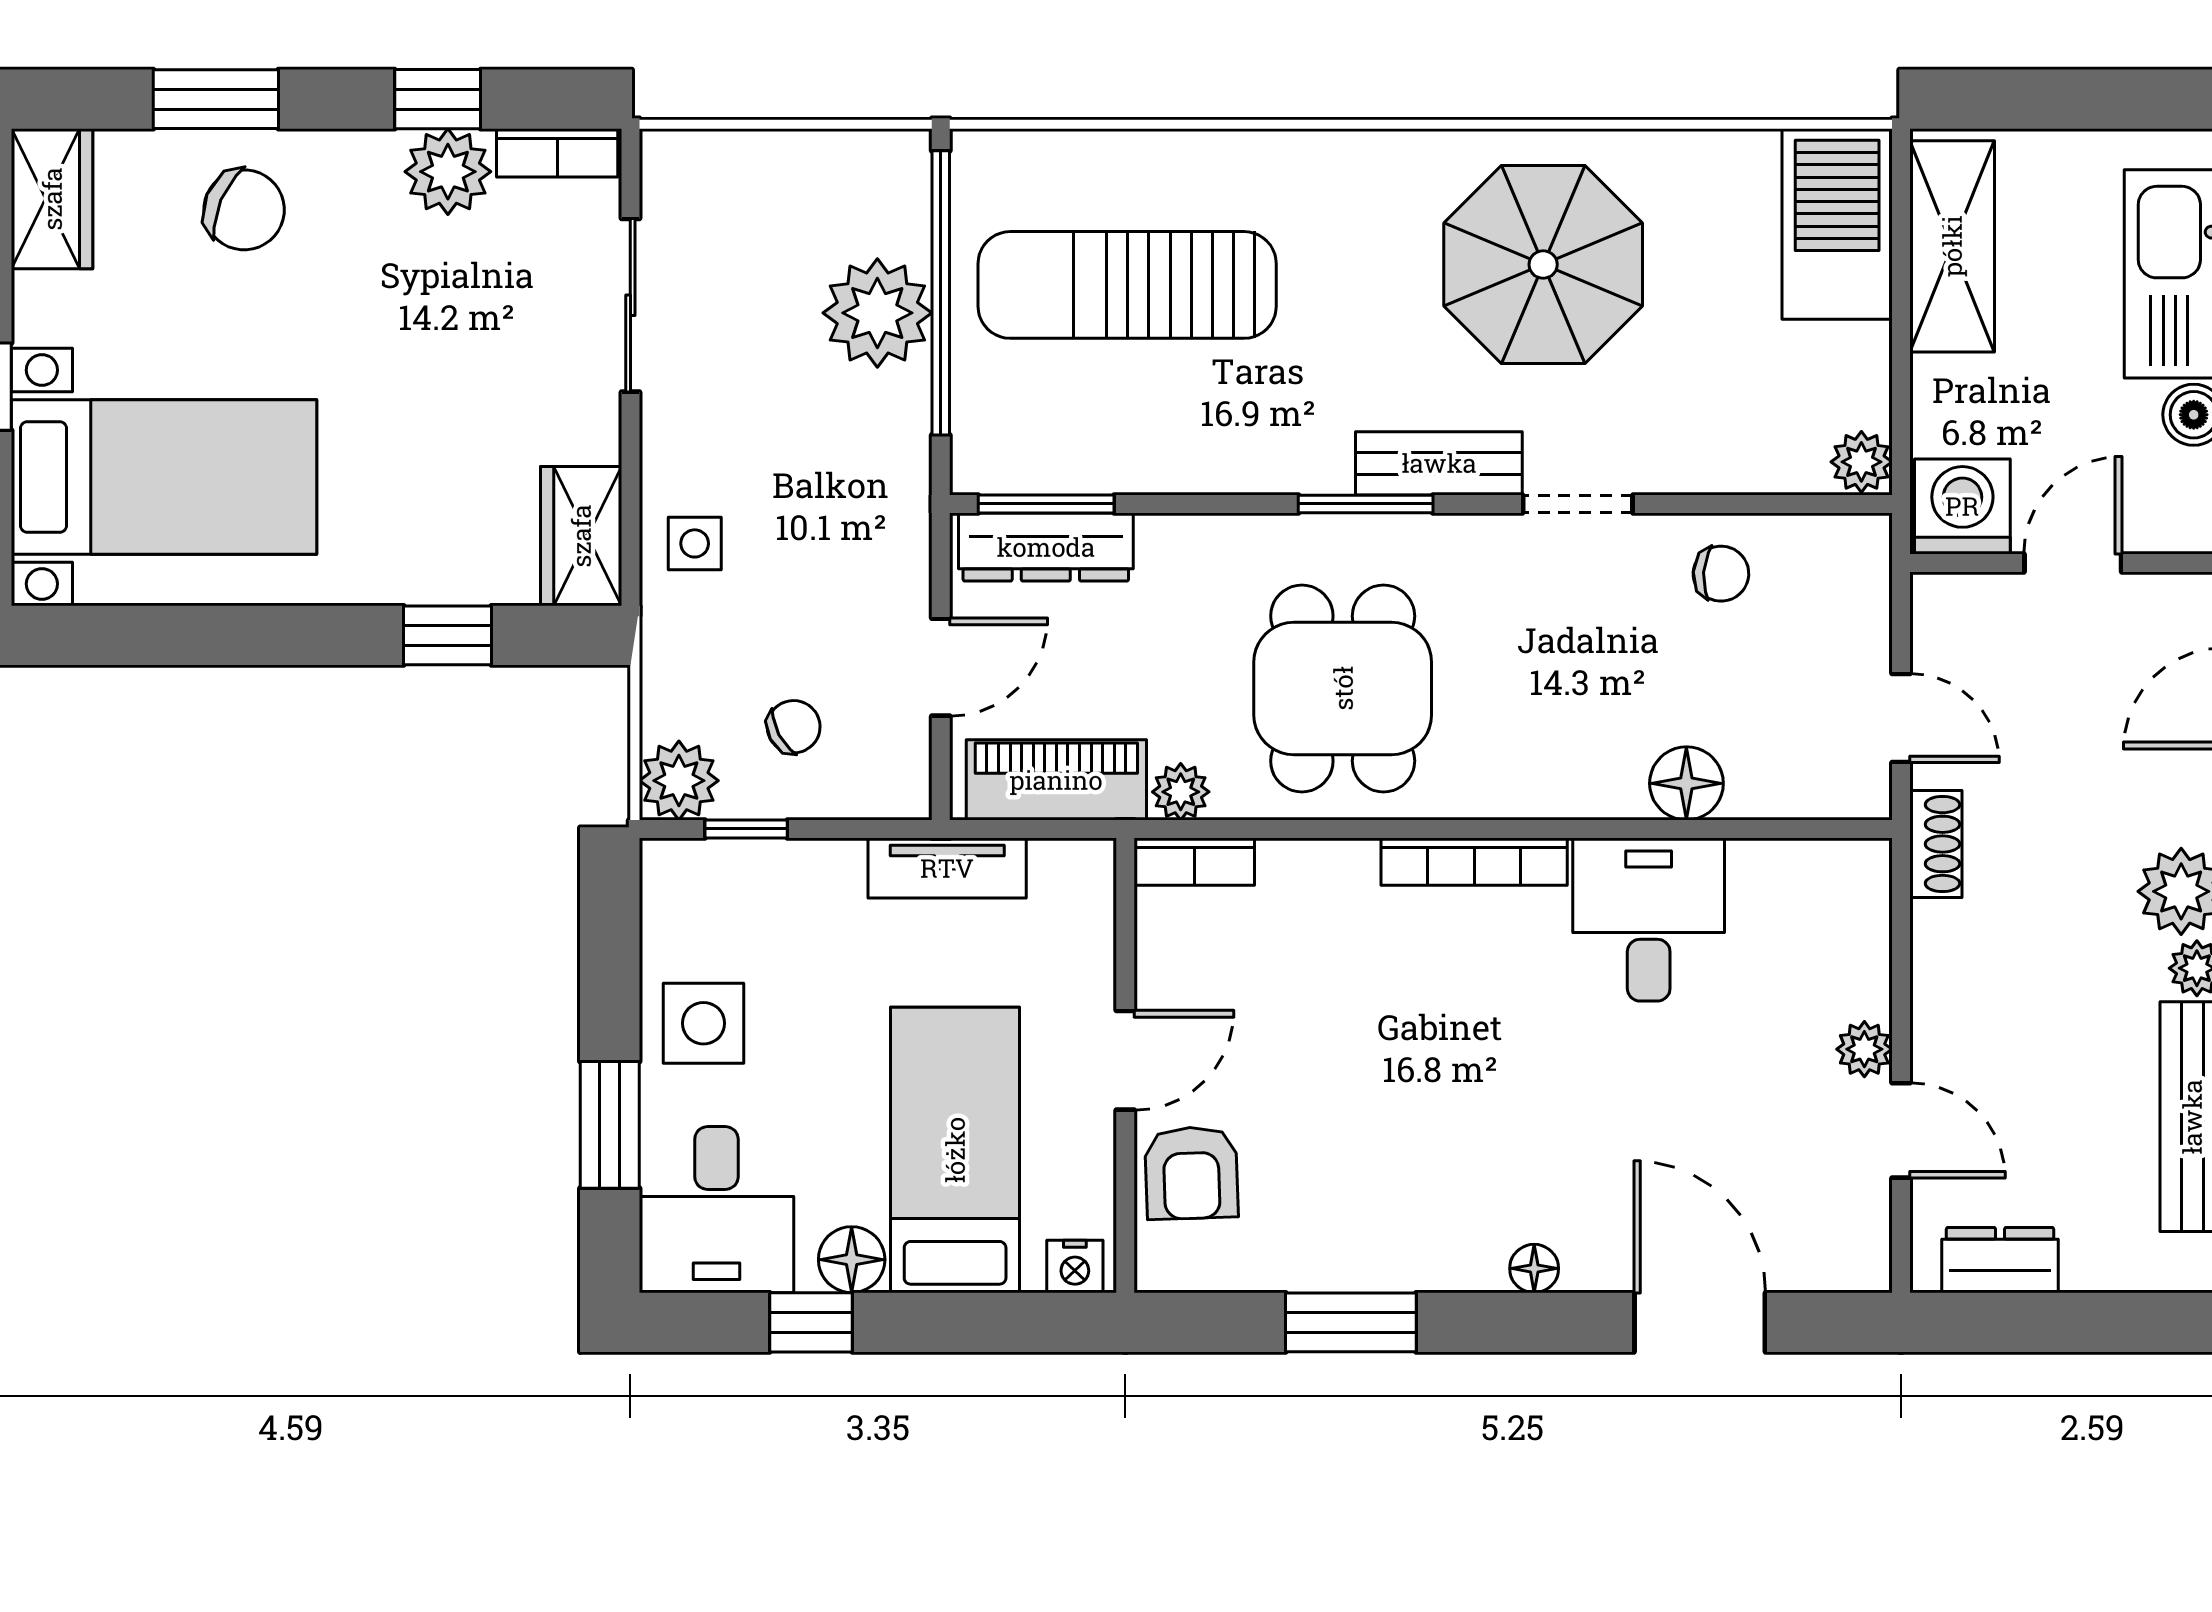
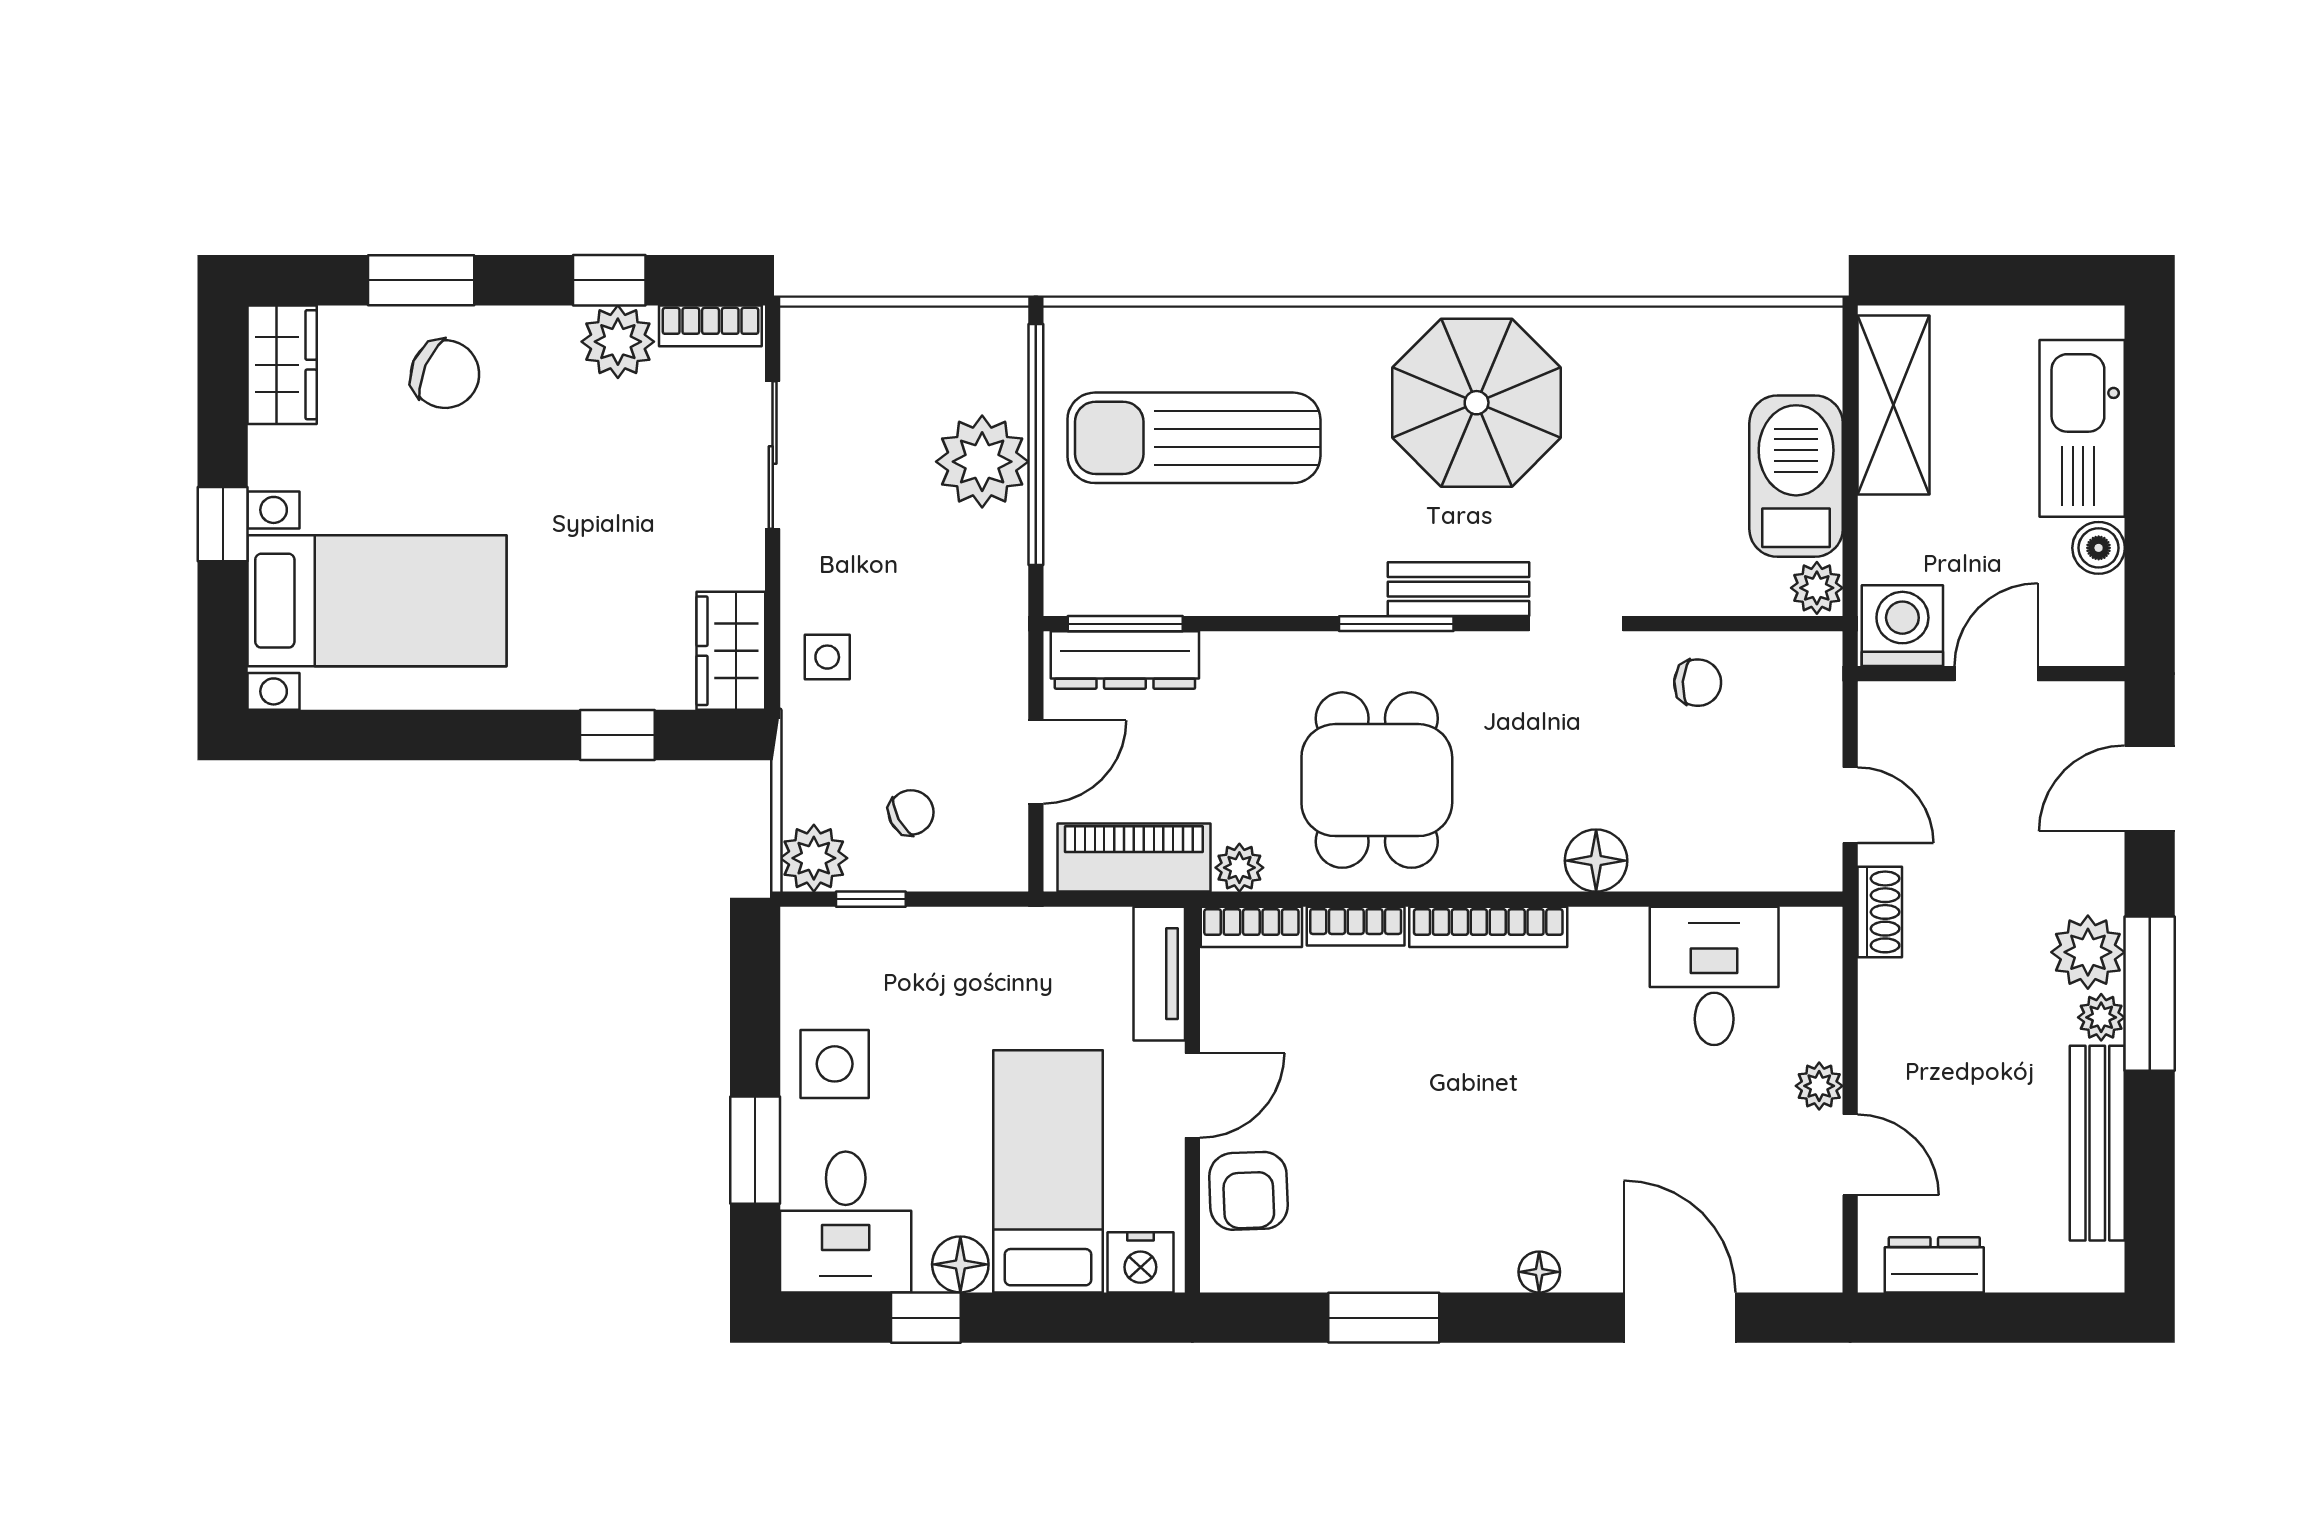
barbecue: (1837, 224) -> (1796, 476), moved
parasol: (1543, 265) -> (1477, 403), moved
floor lamp: (1686, 783) -> (1596, 861), moved
bookcase: (1318, 861) -> (1356, 926), added
tv unit: (947, 868) -> (1159, 974), moved, turned 90
desk: (1649, 920) -> (1714, 976), moved
nightstand: (1075, 1266) -> (1140, 1262), width x1.39, depth x1.35

